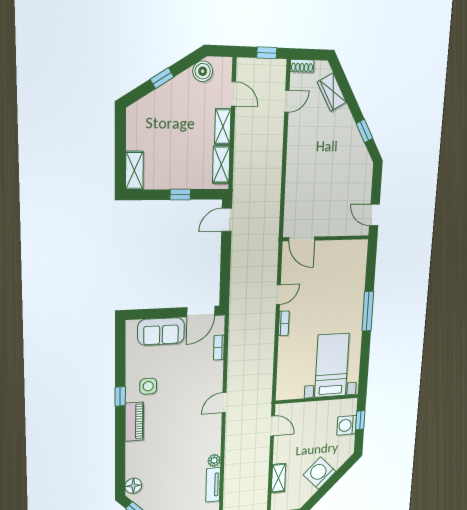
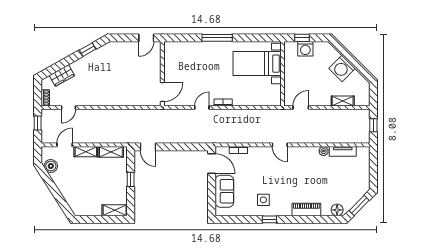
window: (162, 78) -> (56, 193), removed
door: (287, 101) -> (68, 108), swing flipped
door: (278, 295) -> (202, 108), hinge flipped
piano: (134, 422) -> (306, 209), moved

